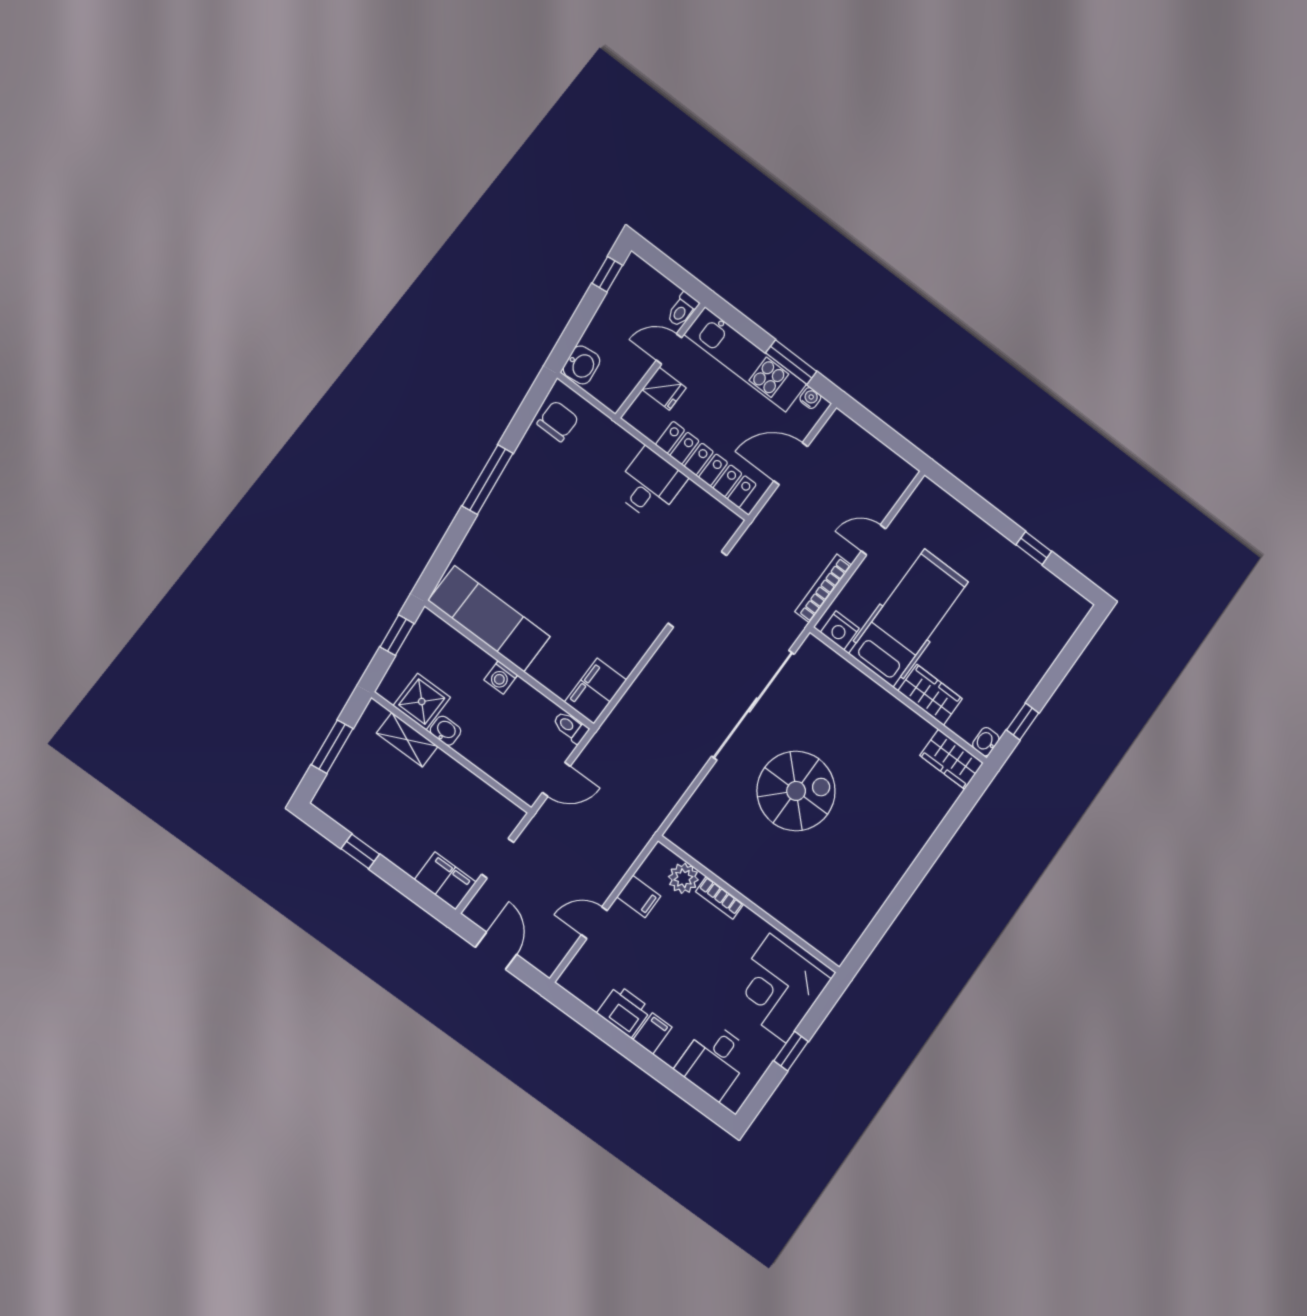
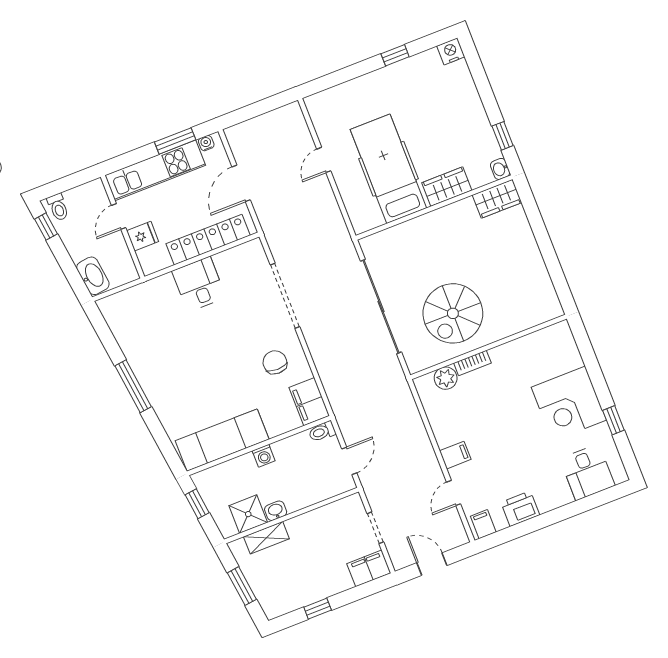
toilet: (682, 310) -> (58, 207), moved
washbasin: (581, 365) -> (93, 276), width x1.38
chair: (558, 421) -> (275, 362), moved
bookcase: (823, 588) -> (335, 213), removed
nightstand: (840, 630) -> (451, 51), moved, turned 180
spiral stairs: (796, 791) -> (453, 313), turned 180
plant: (683, 878) -> (446, 378), moved
bookcase: (720, 898) -> (472, 363), moved
wall: (749, 904) -> (489, 347), moved
filing cabinet: (653, 1033) -> (483, 524), moved

